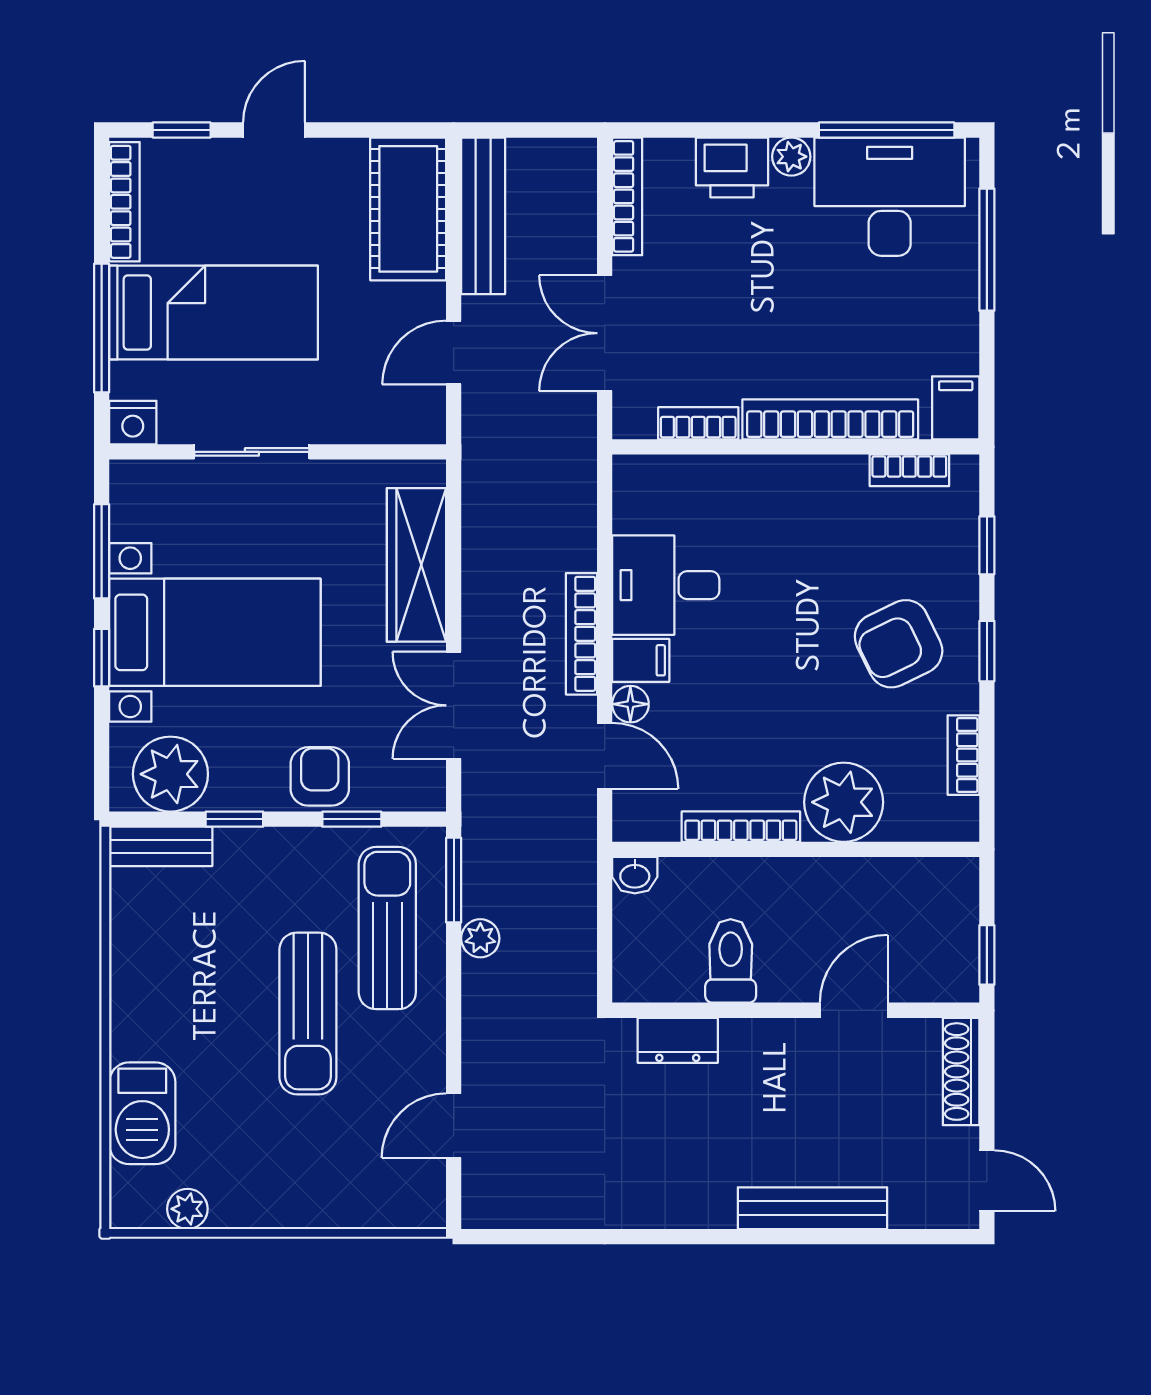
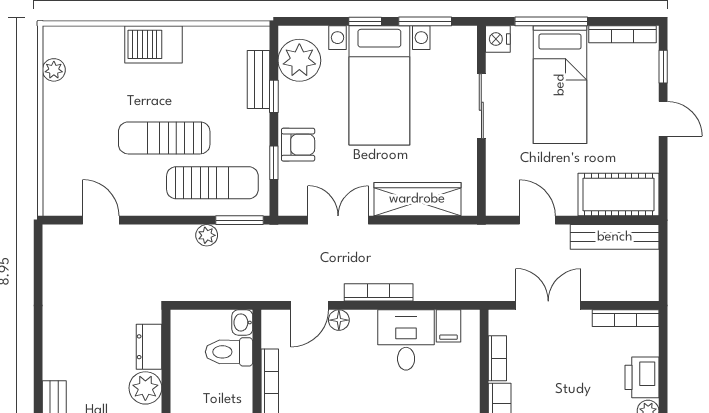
filing cabinet: (641, 660) -> (448, 326), moved
bench: (161, 846) -> (259, 80), moved
toilet: (731, 961) -> (229, 352), moved, turned 180
plant: (751, 1047) -> (145, 388), added
barbecue: (142, 1113) -> (153, 44), moved

